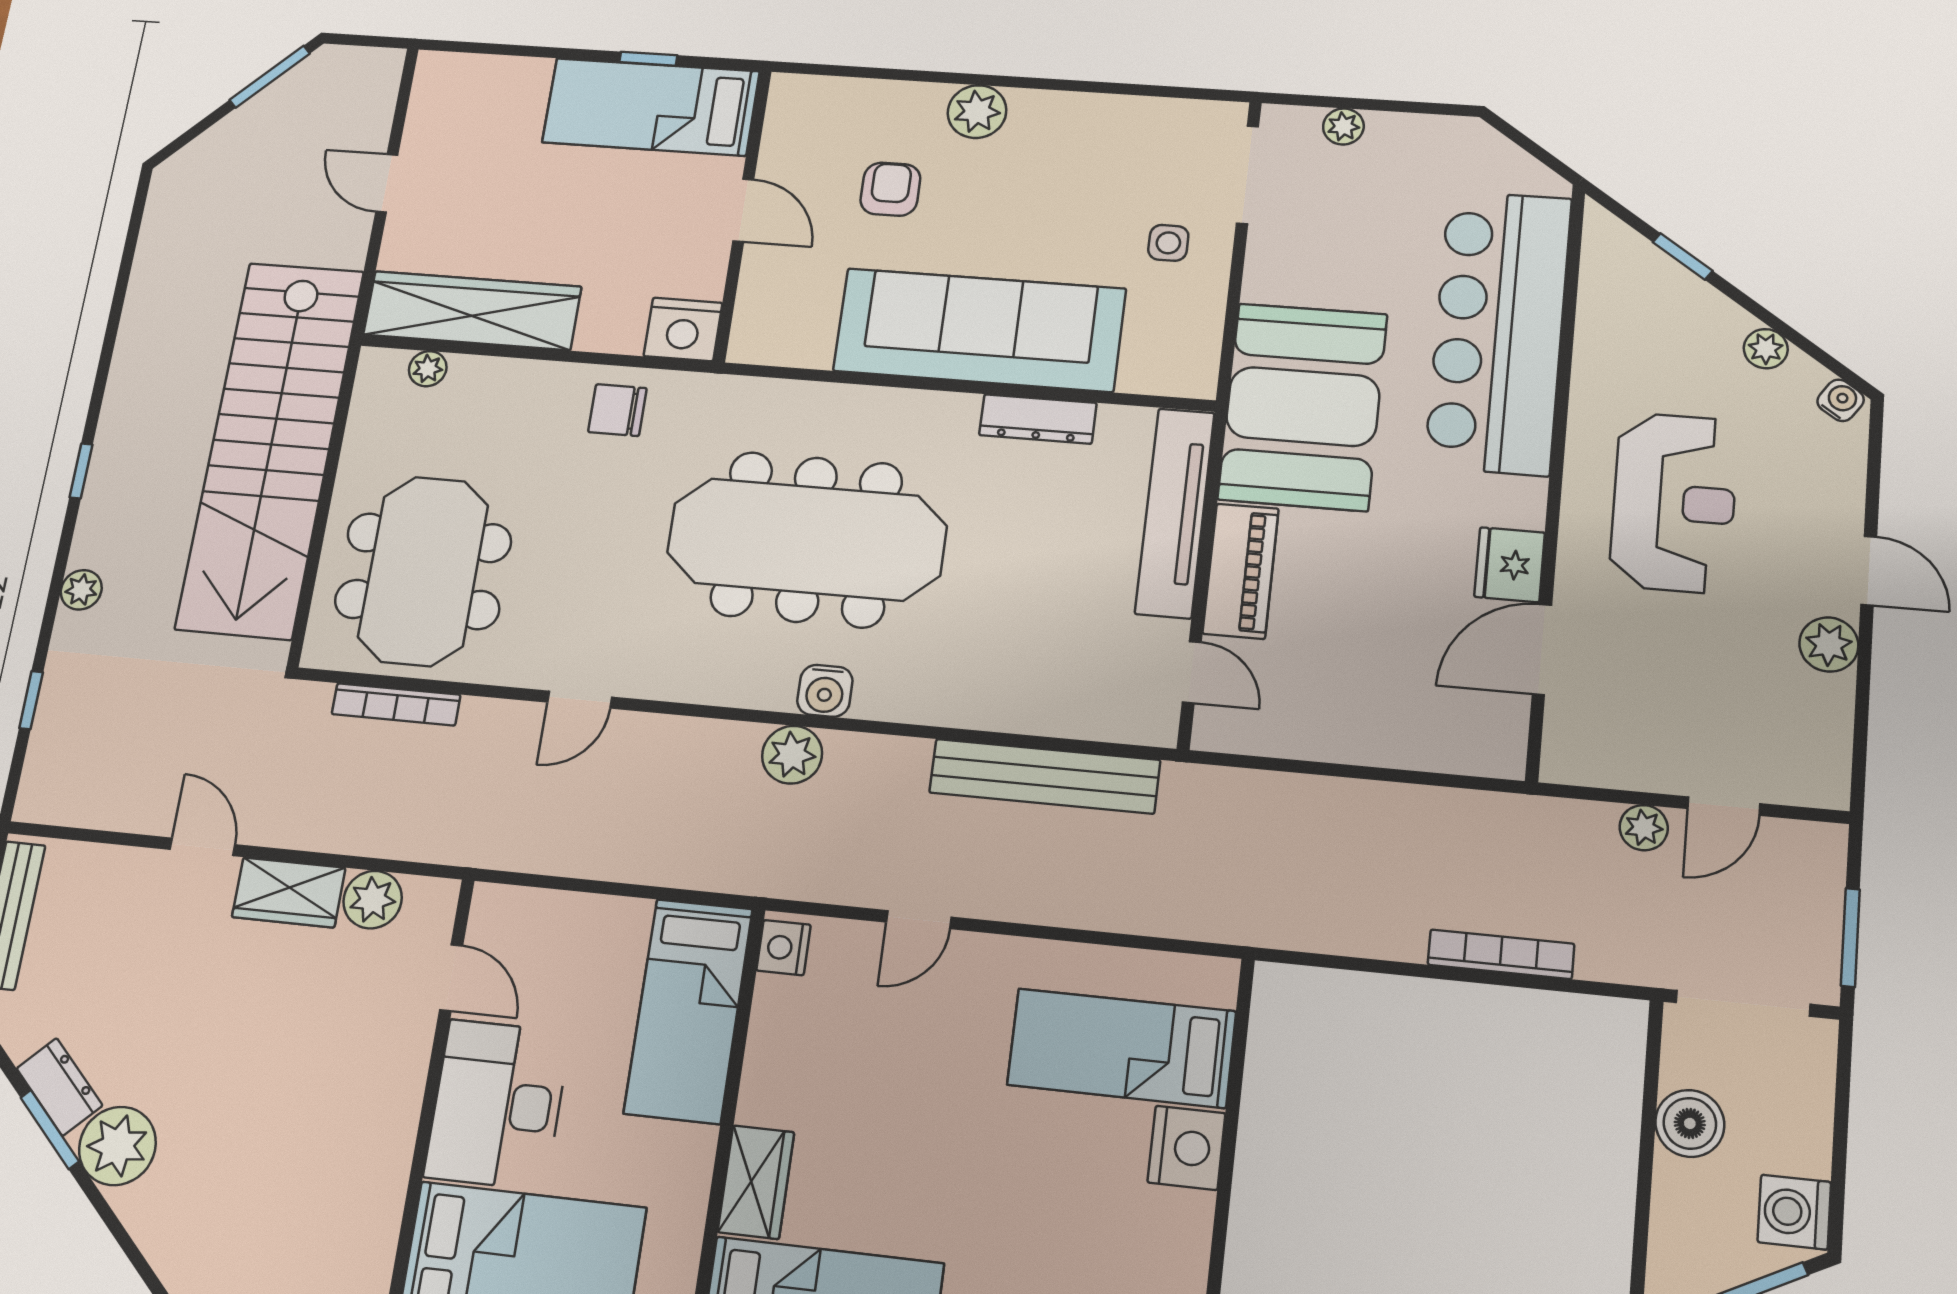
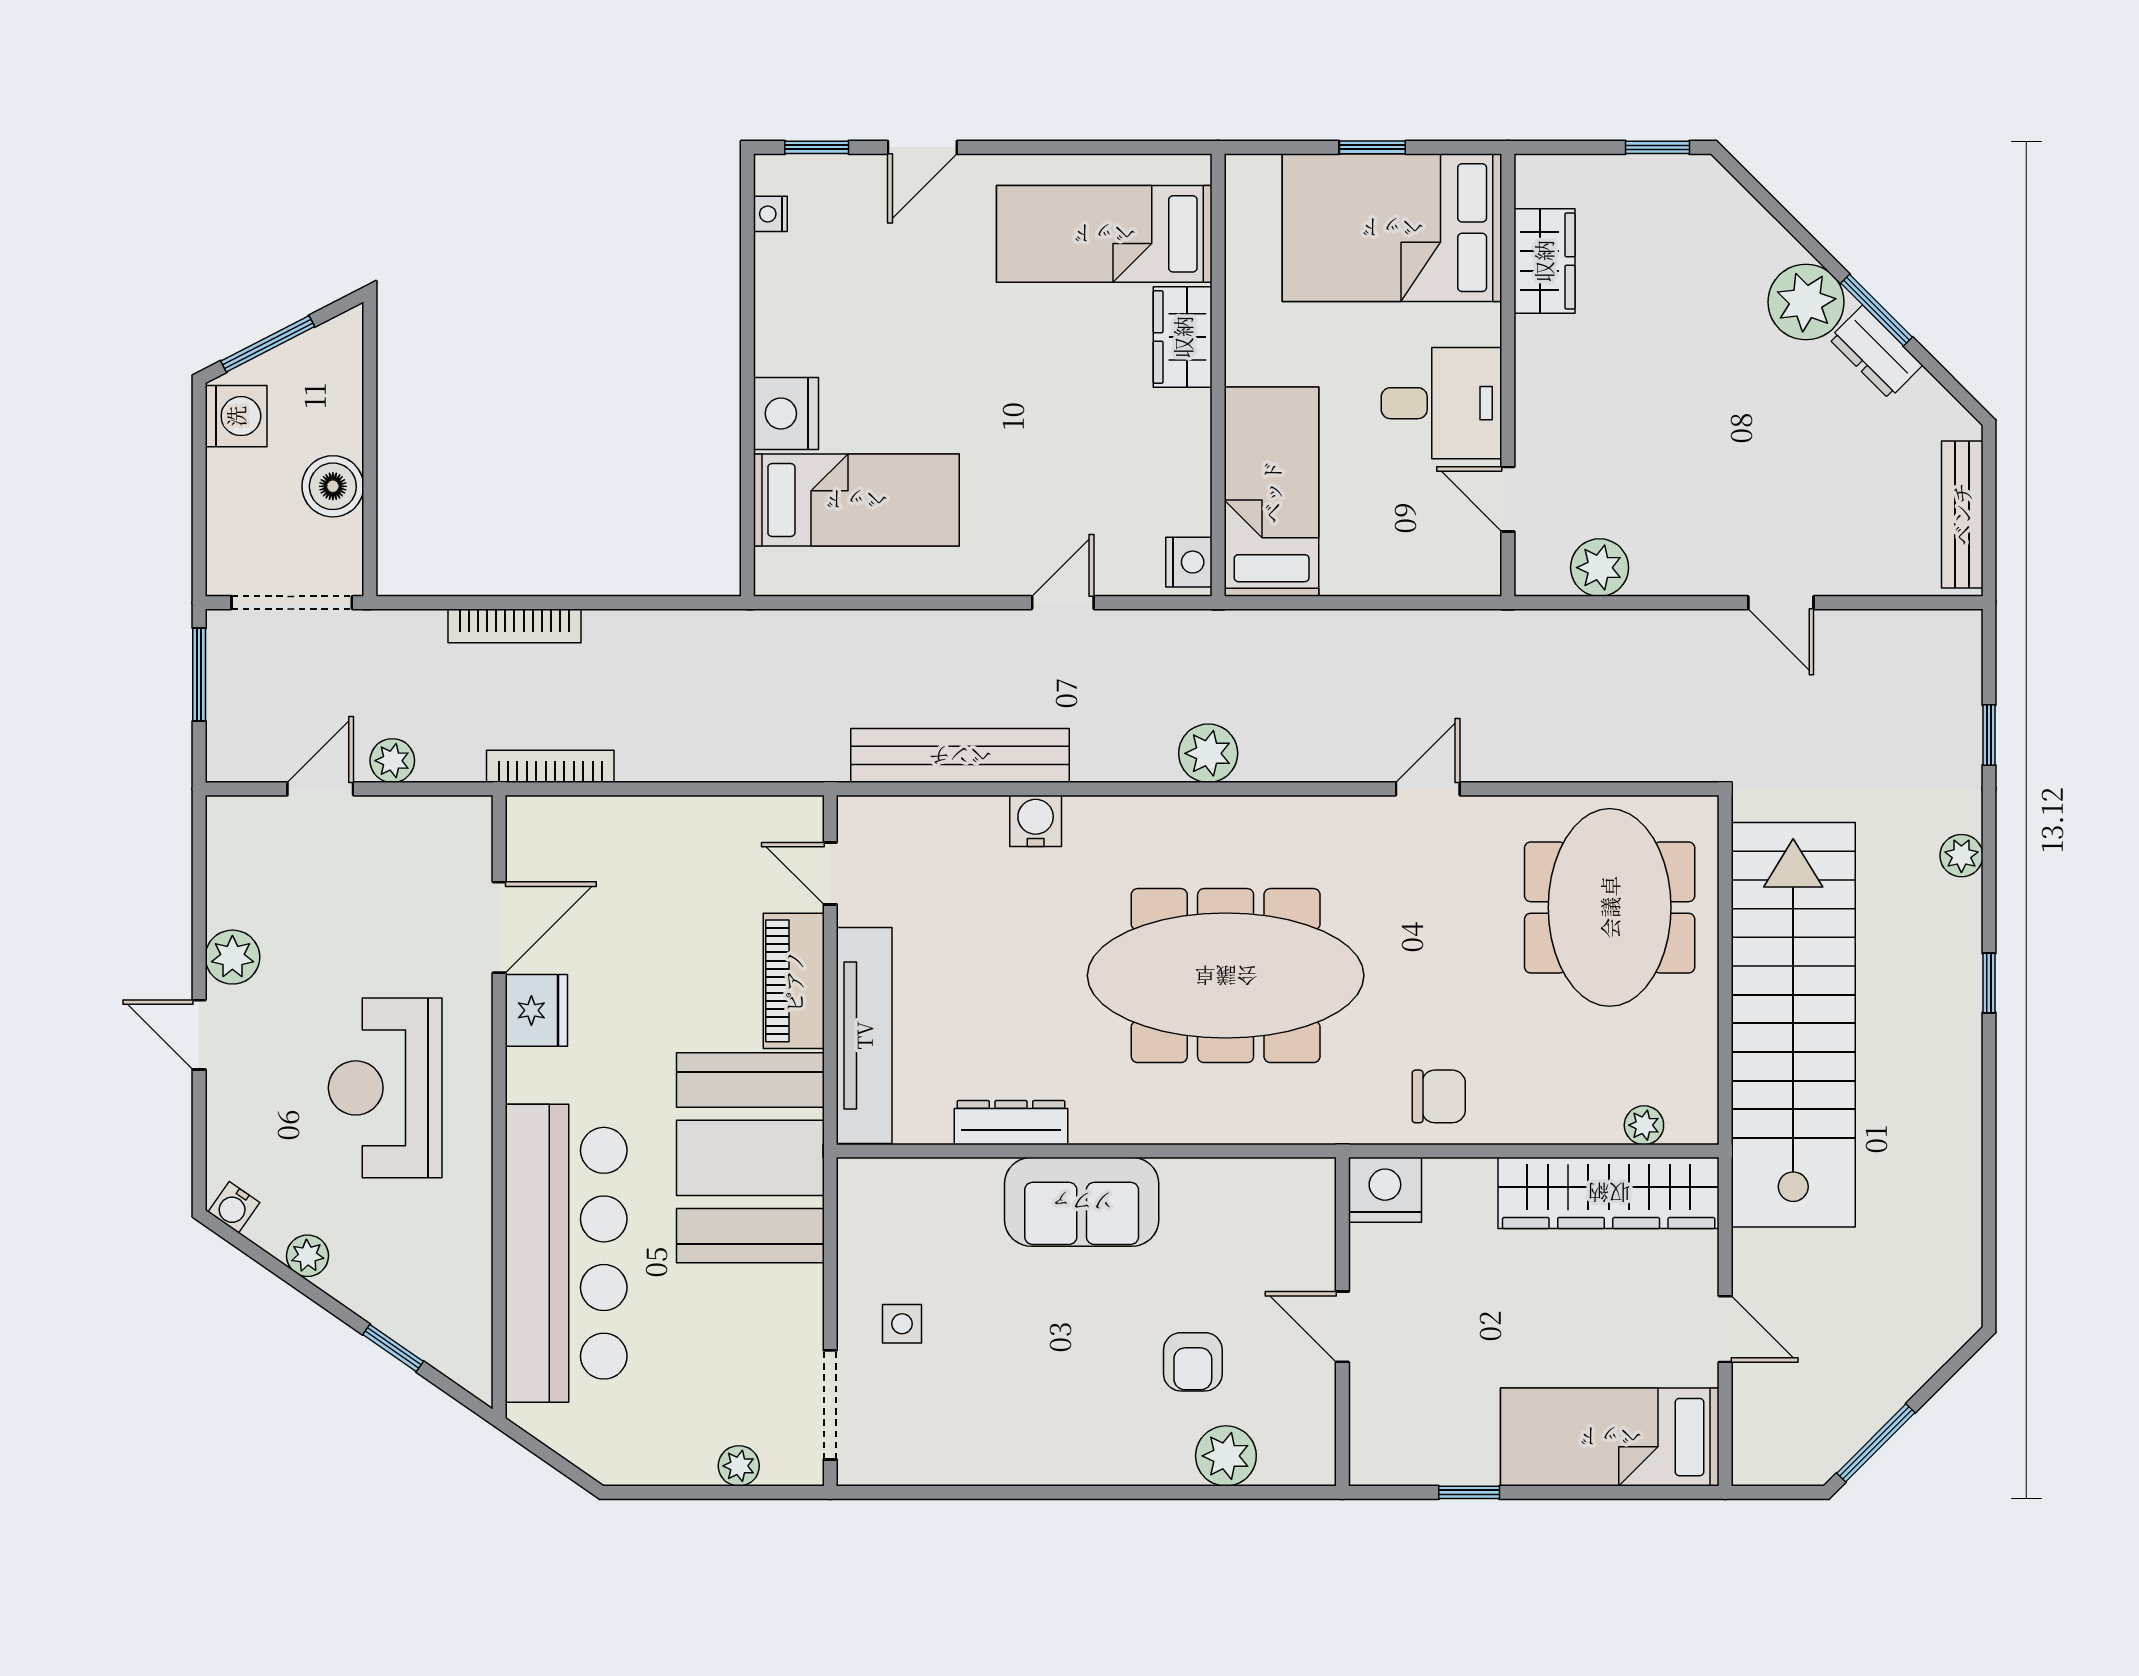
bed: (651, 107) -> (1610, 1437), moved, turned 180
plant: (977, 112) -> (1226, 1456), moved
sofa: (979, 330) -> (1082, 1202), width x0.54, depth x0.79
water cooler: (825, 691) -> (1036, 821), moved
bookcase: (396, 704) -> (550, 766), moved
wardrobe: (289, 892) -> (1544, 261), moved, turned 90
desk: (497, 1104) -> (1442, 403), width x0.73

